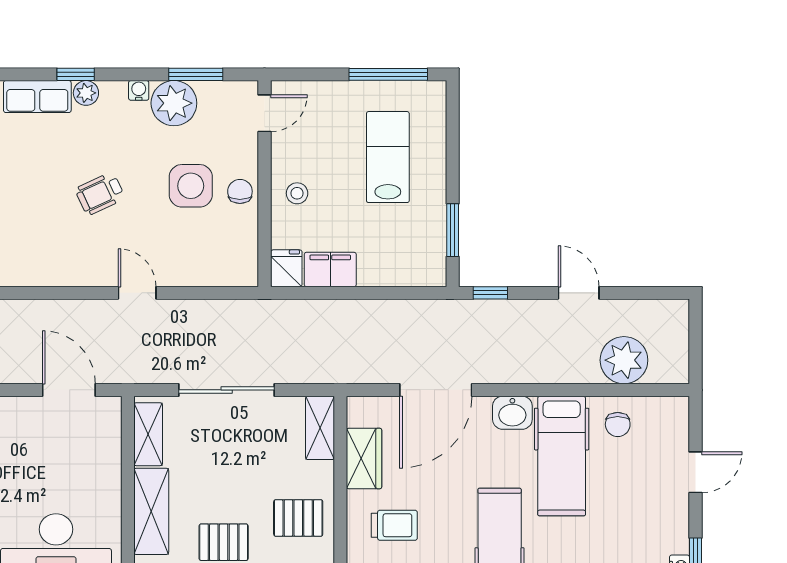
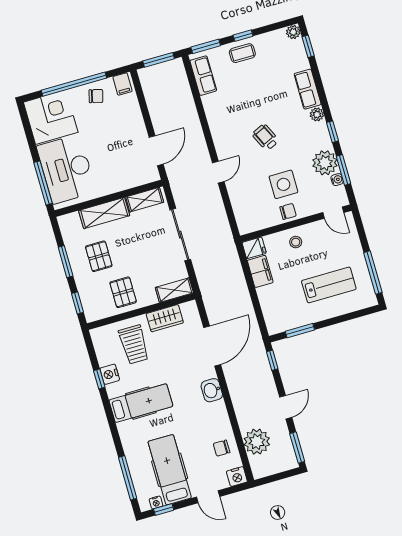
window: (76, 74) -> (333, 132), moved
water cooler: (139, 90) -> (337, 180), moved
window: (654, 293) -> (297, 447), added
door: (436, 390) -> (212, 346), swing flipped
nightstand: (675, 412) -> (237, 477), added
hospital bed: (562, 456) -> (170, 470), moved, turned 90
trolley: (394, 525) -> (134, 345), width x1.36, depth x1.39

